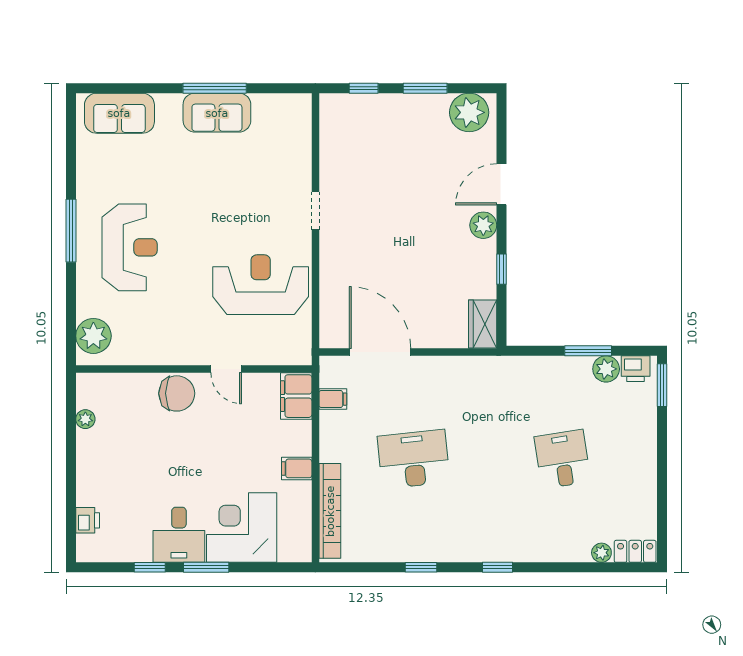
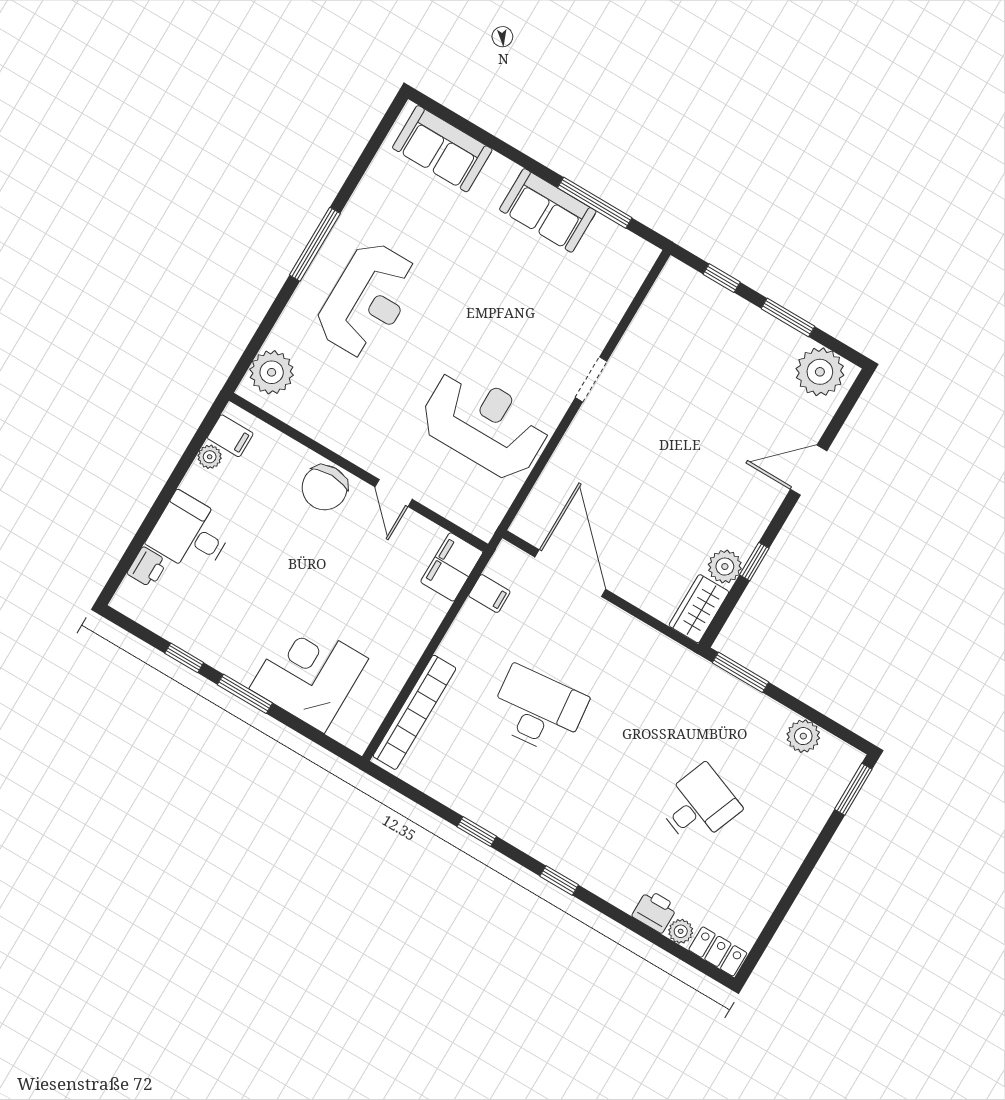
window: (215, 88) -> (595, 203), moved
plant: (483, 225) -> (725, 567), moved
window: (588, 351) -> (740, 672), moved
printer: (636, 369) -> (655, 911), moved, turned 180
chair: (177, 393) -> (325, 488), turned 90
desk: (563, 459) -> (699, 805), turned 30
filing cabinet: (297, 468) -> (230, 436), moved, turned 180
desk: (179, 535) -> (190, 534), moved, turned 90

